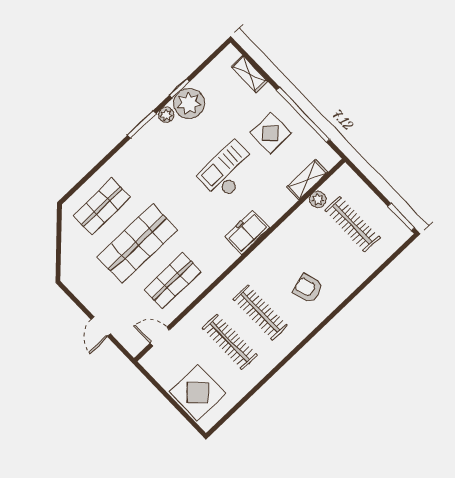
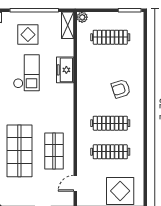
checkout: (228, 171) -> (26, 73), turned 180
shelving: (307, 180) -> (68, 25), moved
plant: (318, 199) -> (82, 17), moved
freezer: (247, 232) -> (65, 70), moved

